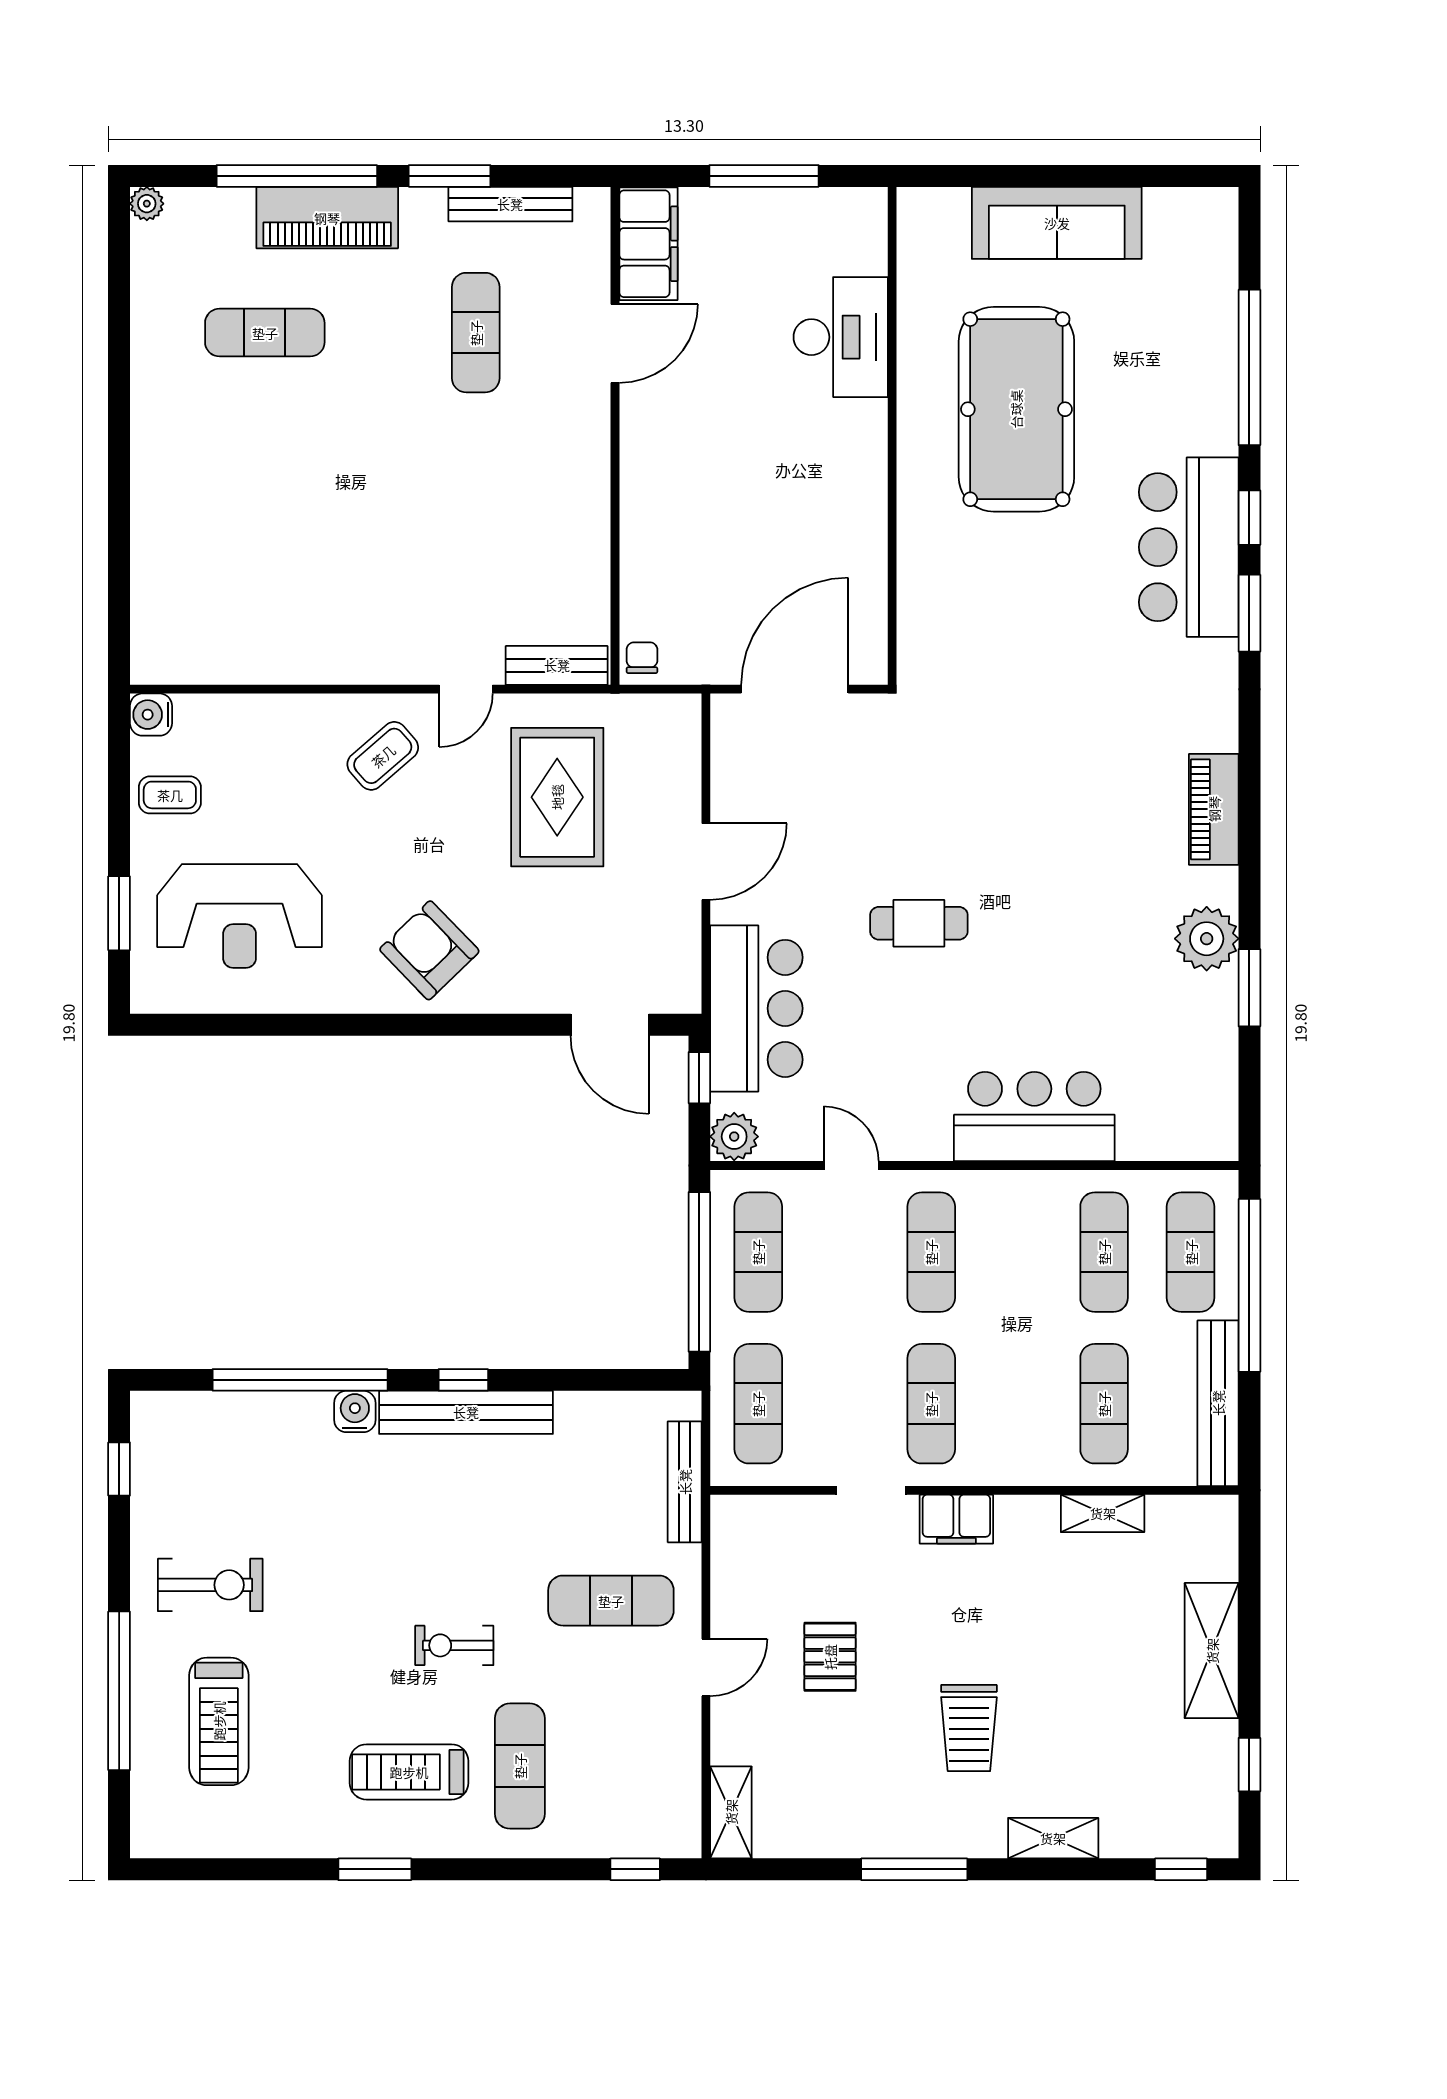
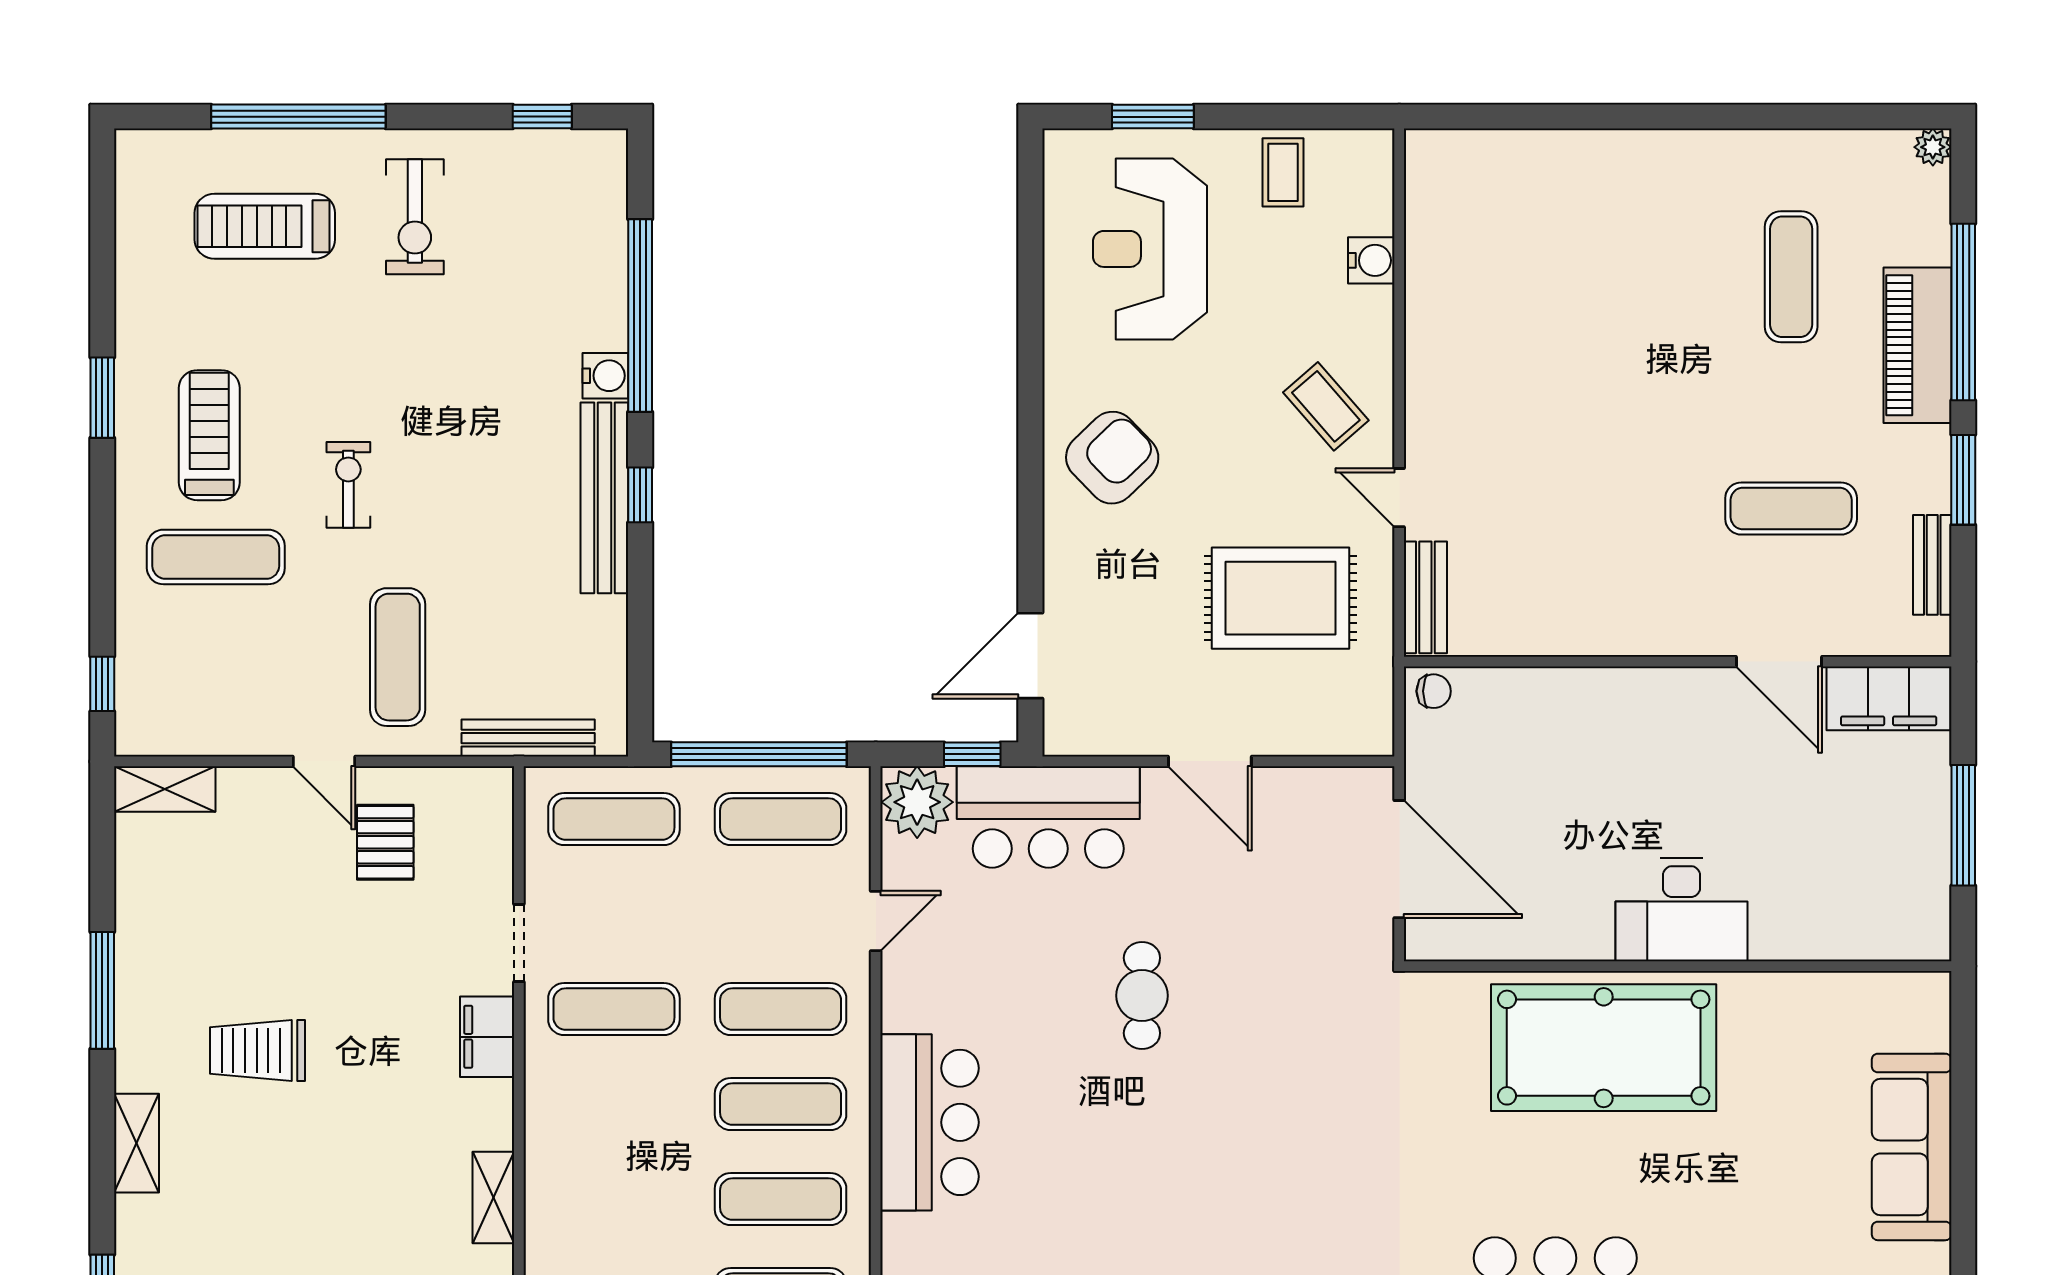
bench: (510, 204) -> (1932, 565), width x0.73
desk: (841, 337) -> (1681, 910), moved
pool table: (1016, 409) -> (1604, 1048), moved
water cooler: (151, 715) -> (1371, 260), moved, turned 90
plant: (734, 1137) -> (917, 802), width x1.36, depth x1.36
exercise mat: (1104, 1404) -> (781, 1104), moved
pallet: (830, 1657) -> (385, 842), moved, turned 90

